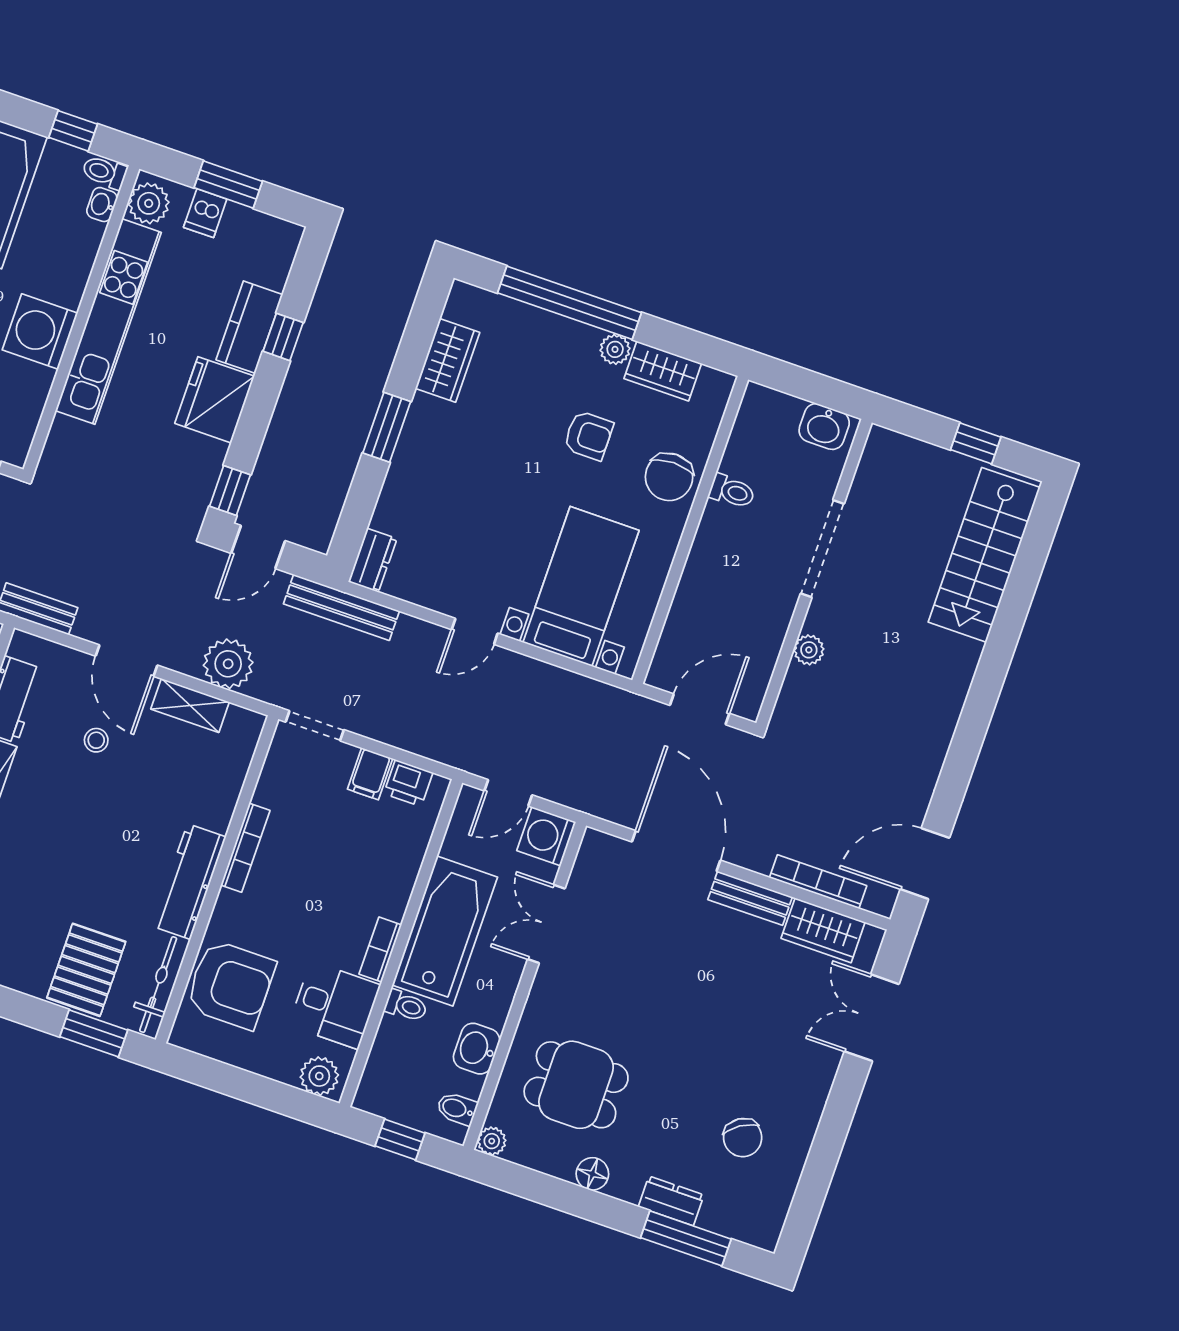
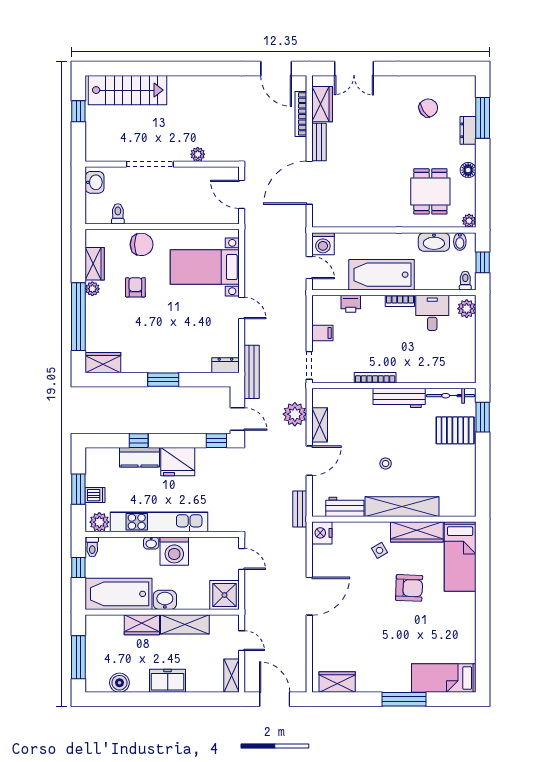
washbasin: (102, 205) -> (151, 543), moved
wardrobe: (448, 360) -> (103, 363), moved
toilet: (732, 491) -> (118, 214), moved
stool: (96, 740) -> (386, 463), moved
printer: (408, 783) -> (351, 304), moved, turned 90
double door: (546, 924) -> (362, 230), removed
armchair: (231, 984) -> (439, 363), removed
toilet: (406, 1006) -> (465, 281), moved
washbasin: (477, 1049) -> (434, 242), width x1.38

